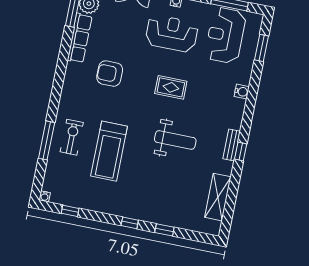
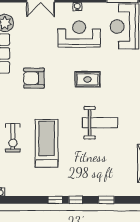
exercise bike: (72, 137) -> (13, 138), turned 180
treadmill: (109, 151) -> (47, 143), turned 180
window: (70, 211) -> (55, 200), moved

